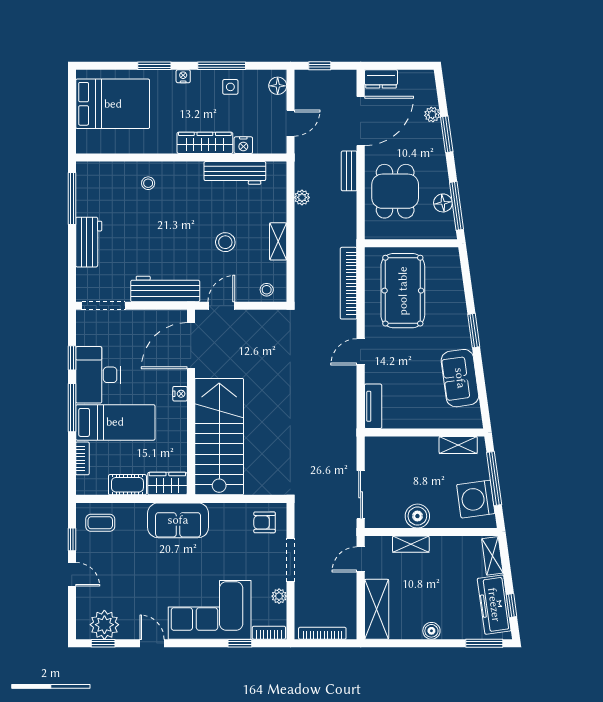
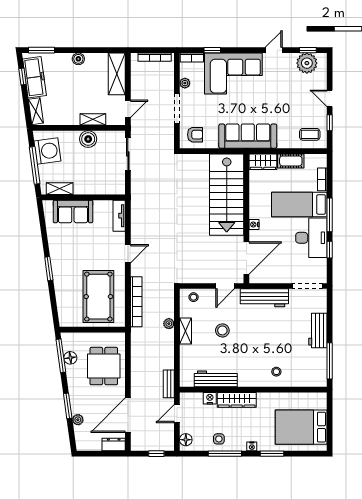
bench: (349, 171) -> (169, 384), moved
plant: (302, 197) -> (169, 324), moved
sofa: (460, 378) -> (73, 211), moved, turned 98
sofa: (178, 520) -> (248, 136), width x1.36
door: (152, 643) -> (274, 50), swing flipped

